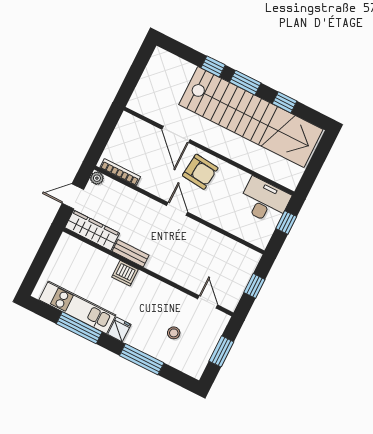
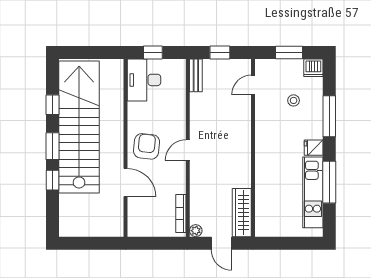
door: (176, 134) -> (125, 183), hinge flipped
bench: (131, 253) -> (196, 75), moved
dishwasher: (125, 273) -> (313, 68), moved, turned 90

